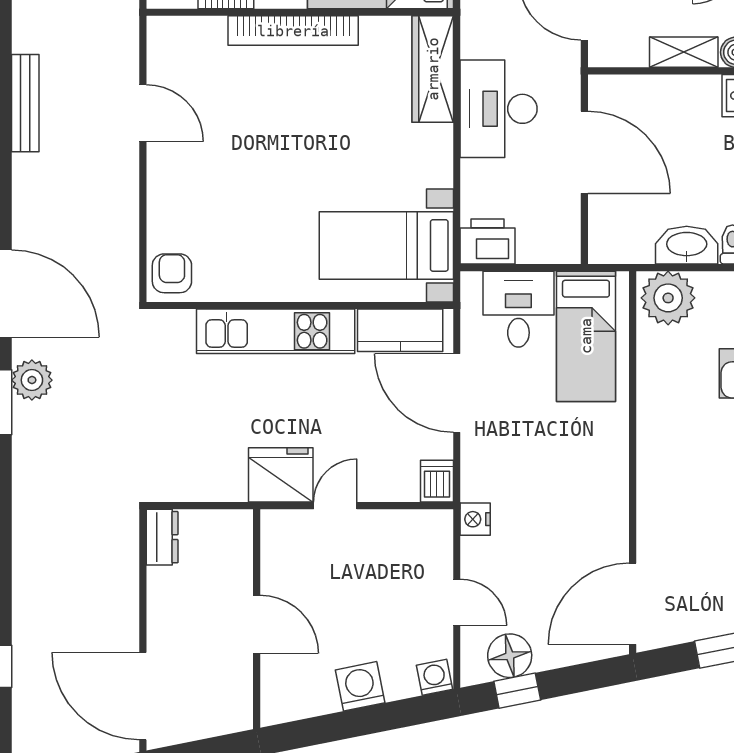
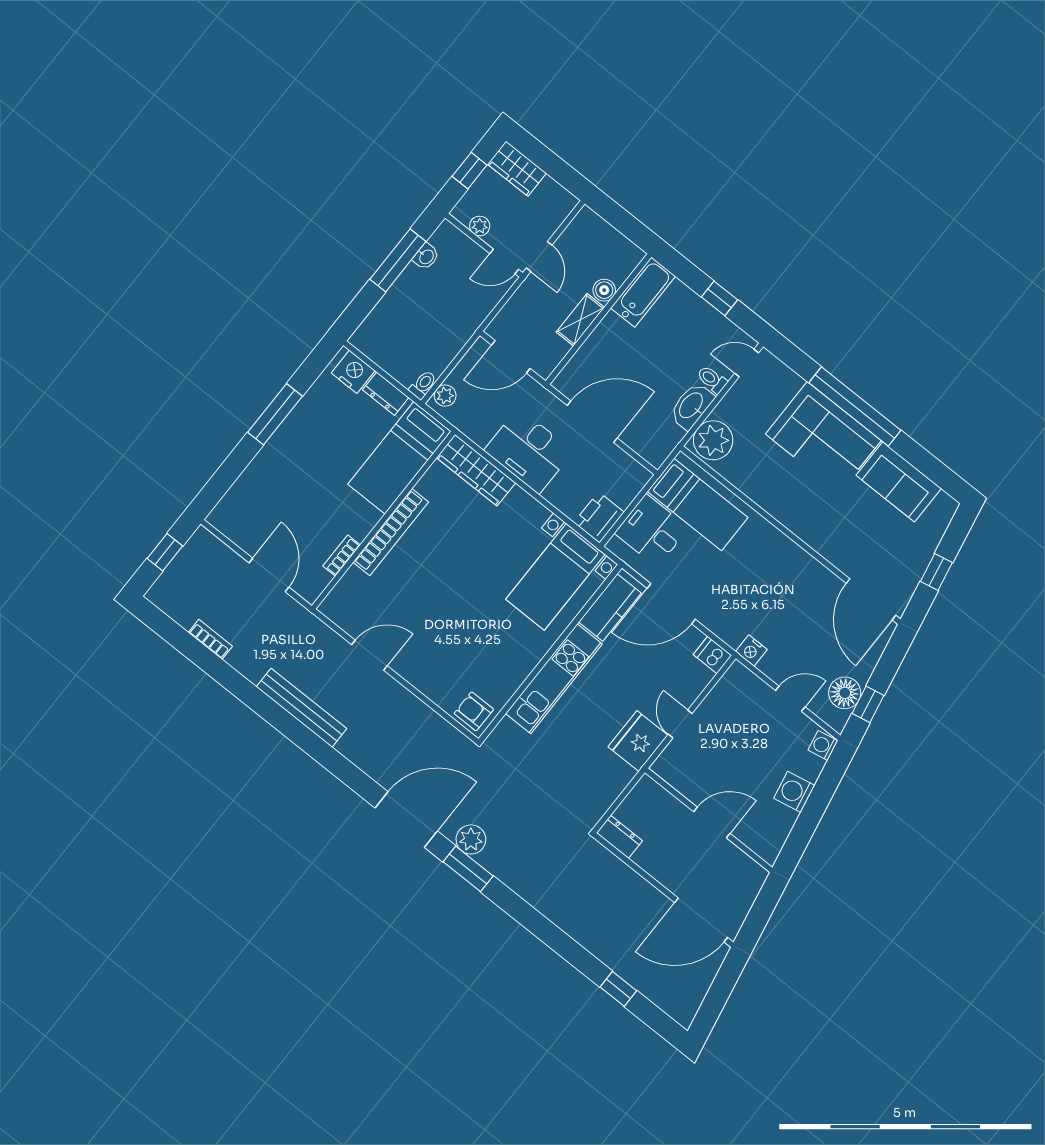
bench: (25, 103) -> (302, 708), width x1.37, depth x1.21

